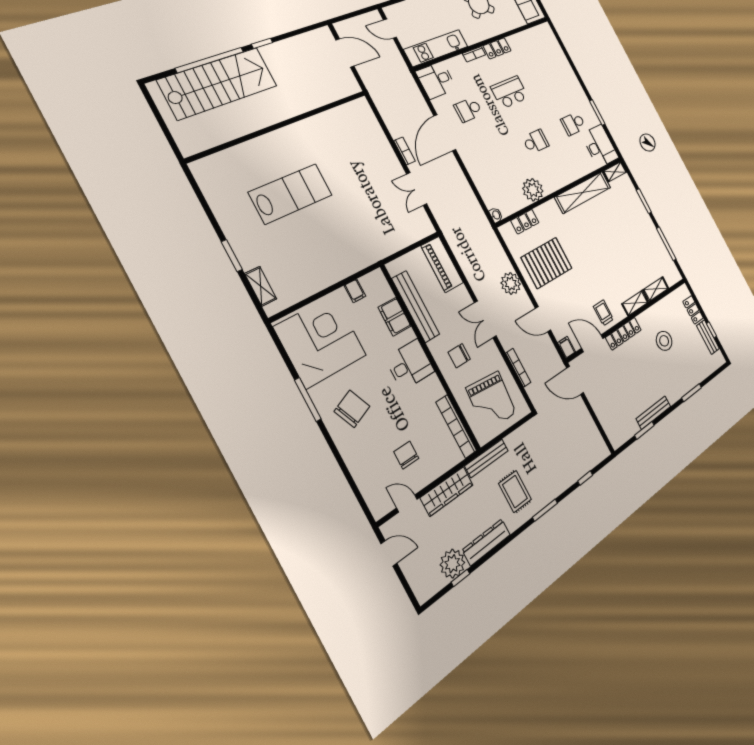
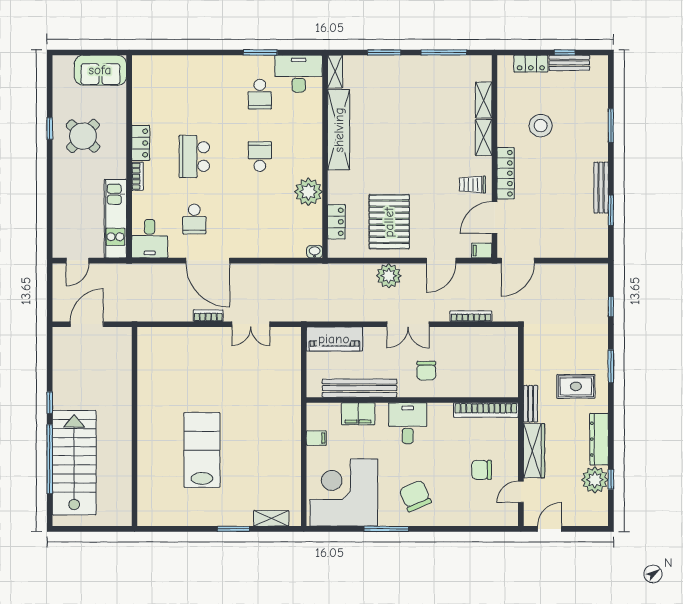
grand piano: (491, 401) -> (484, 362), removed
bench: (487, 458) -> (531, 404), width x0.73

